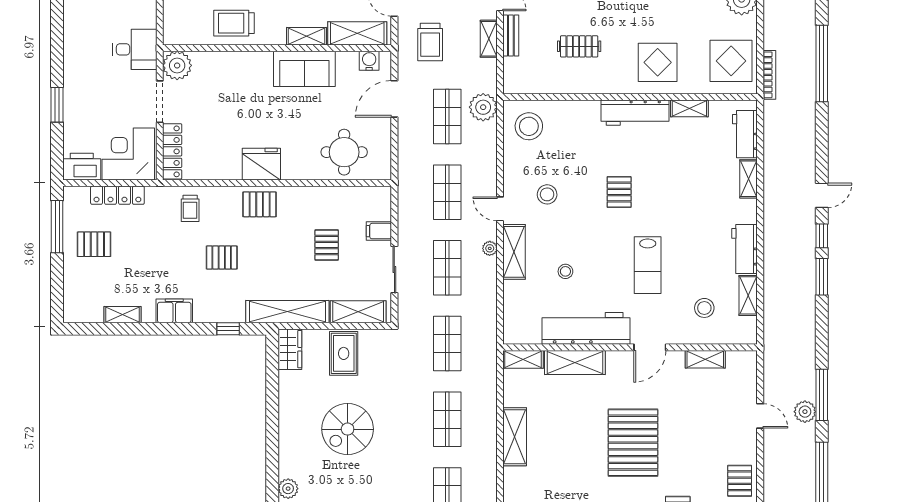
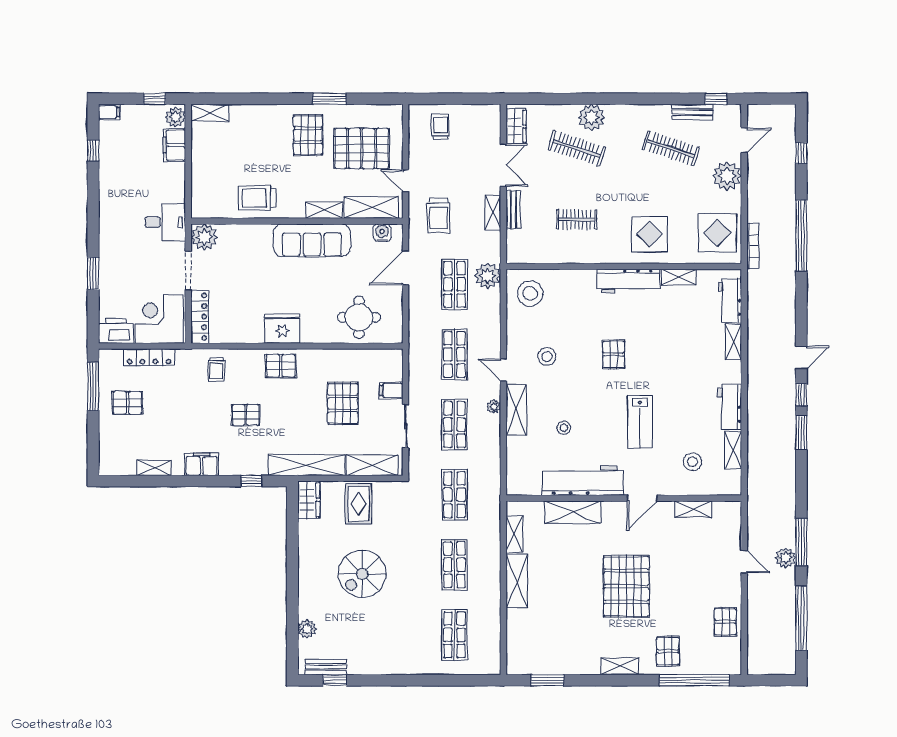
sofa: (304, 69) -> (312, 240), width x1.36
pallet: (327, 245) -> (343, 403), width x1.50, depth x1.42
shelving: (523, 359) -> (514, 534), moved, turned 90

